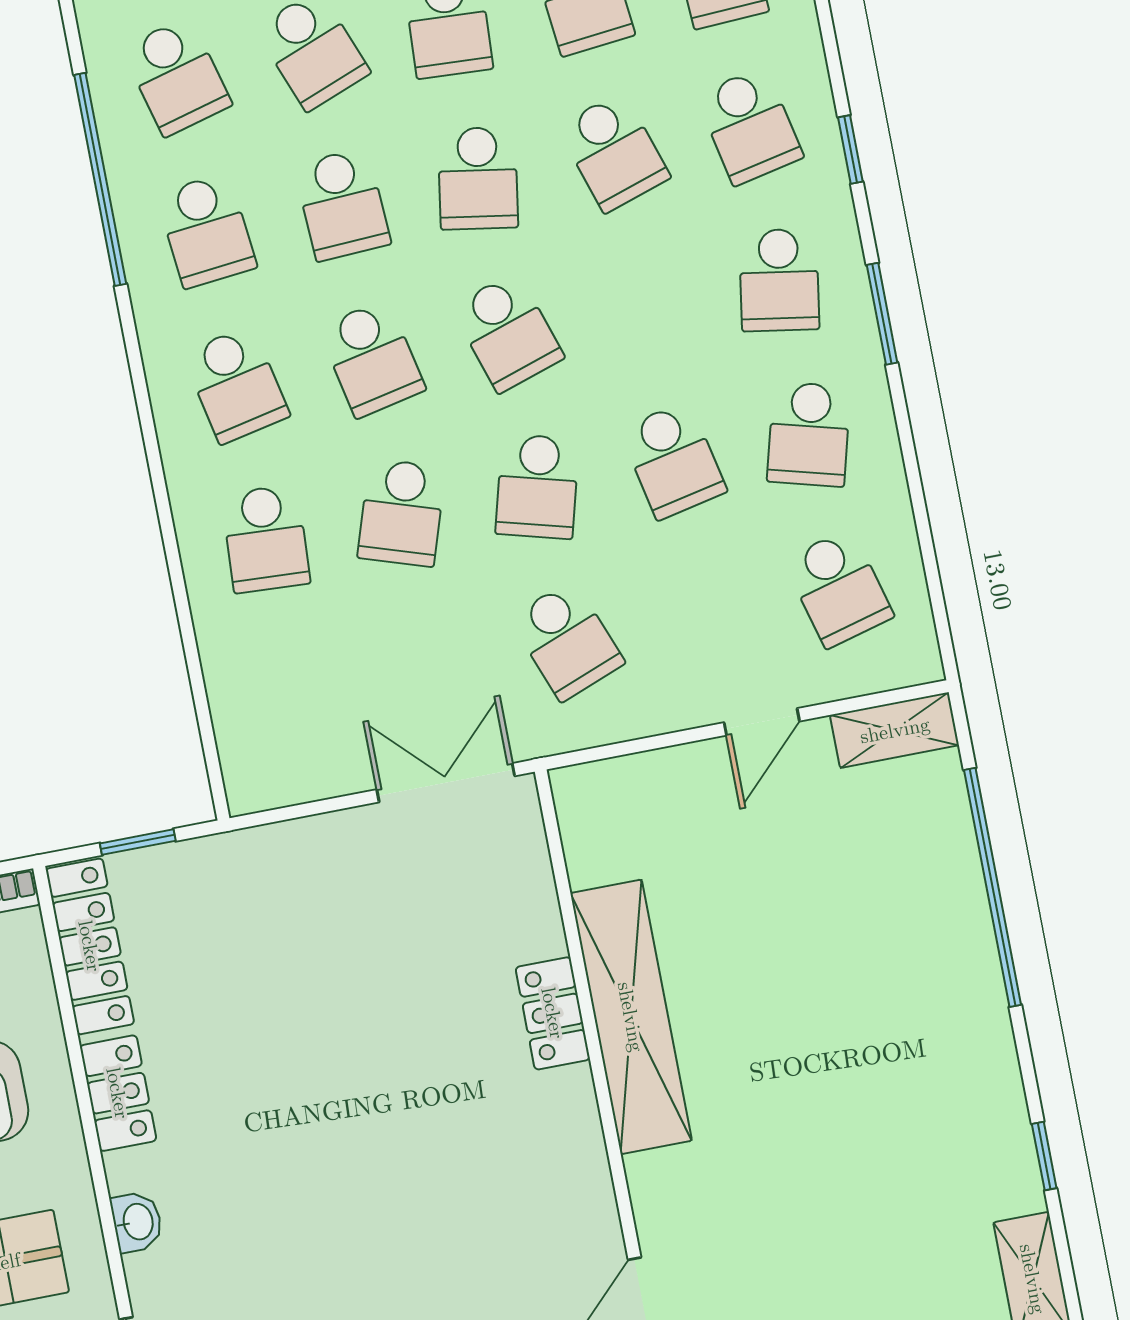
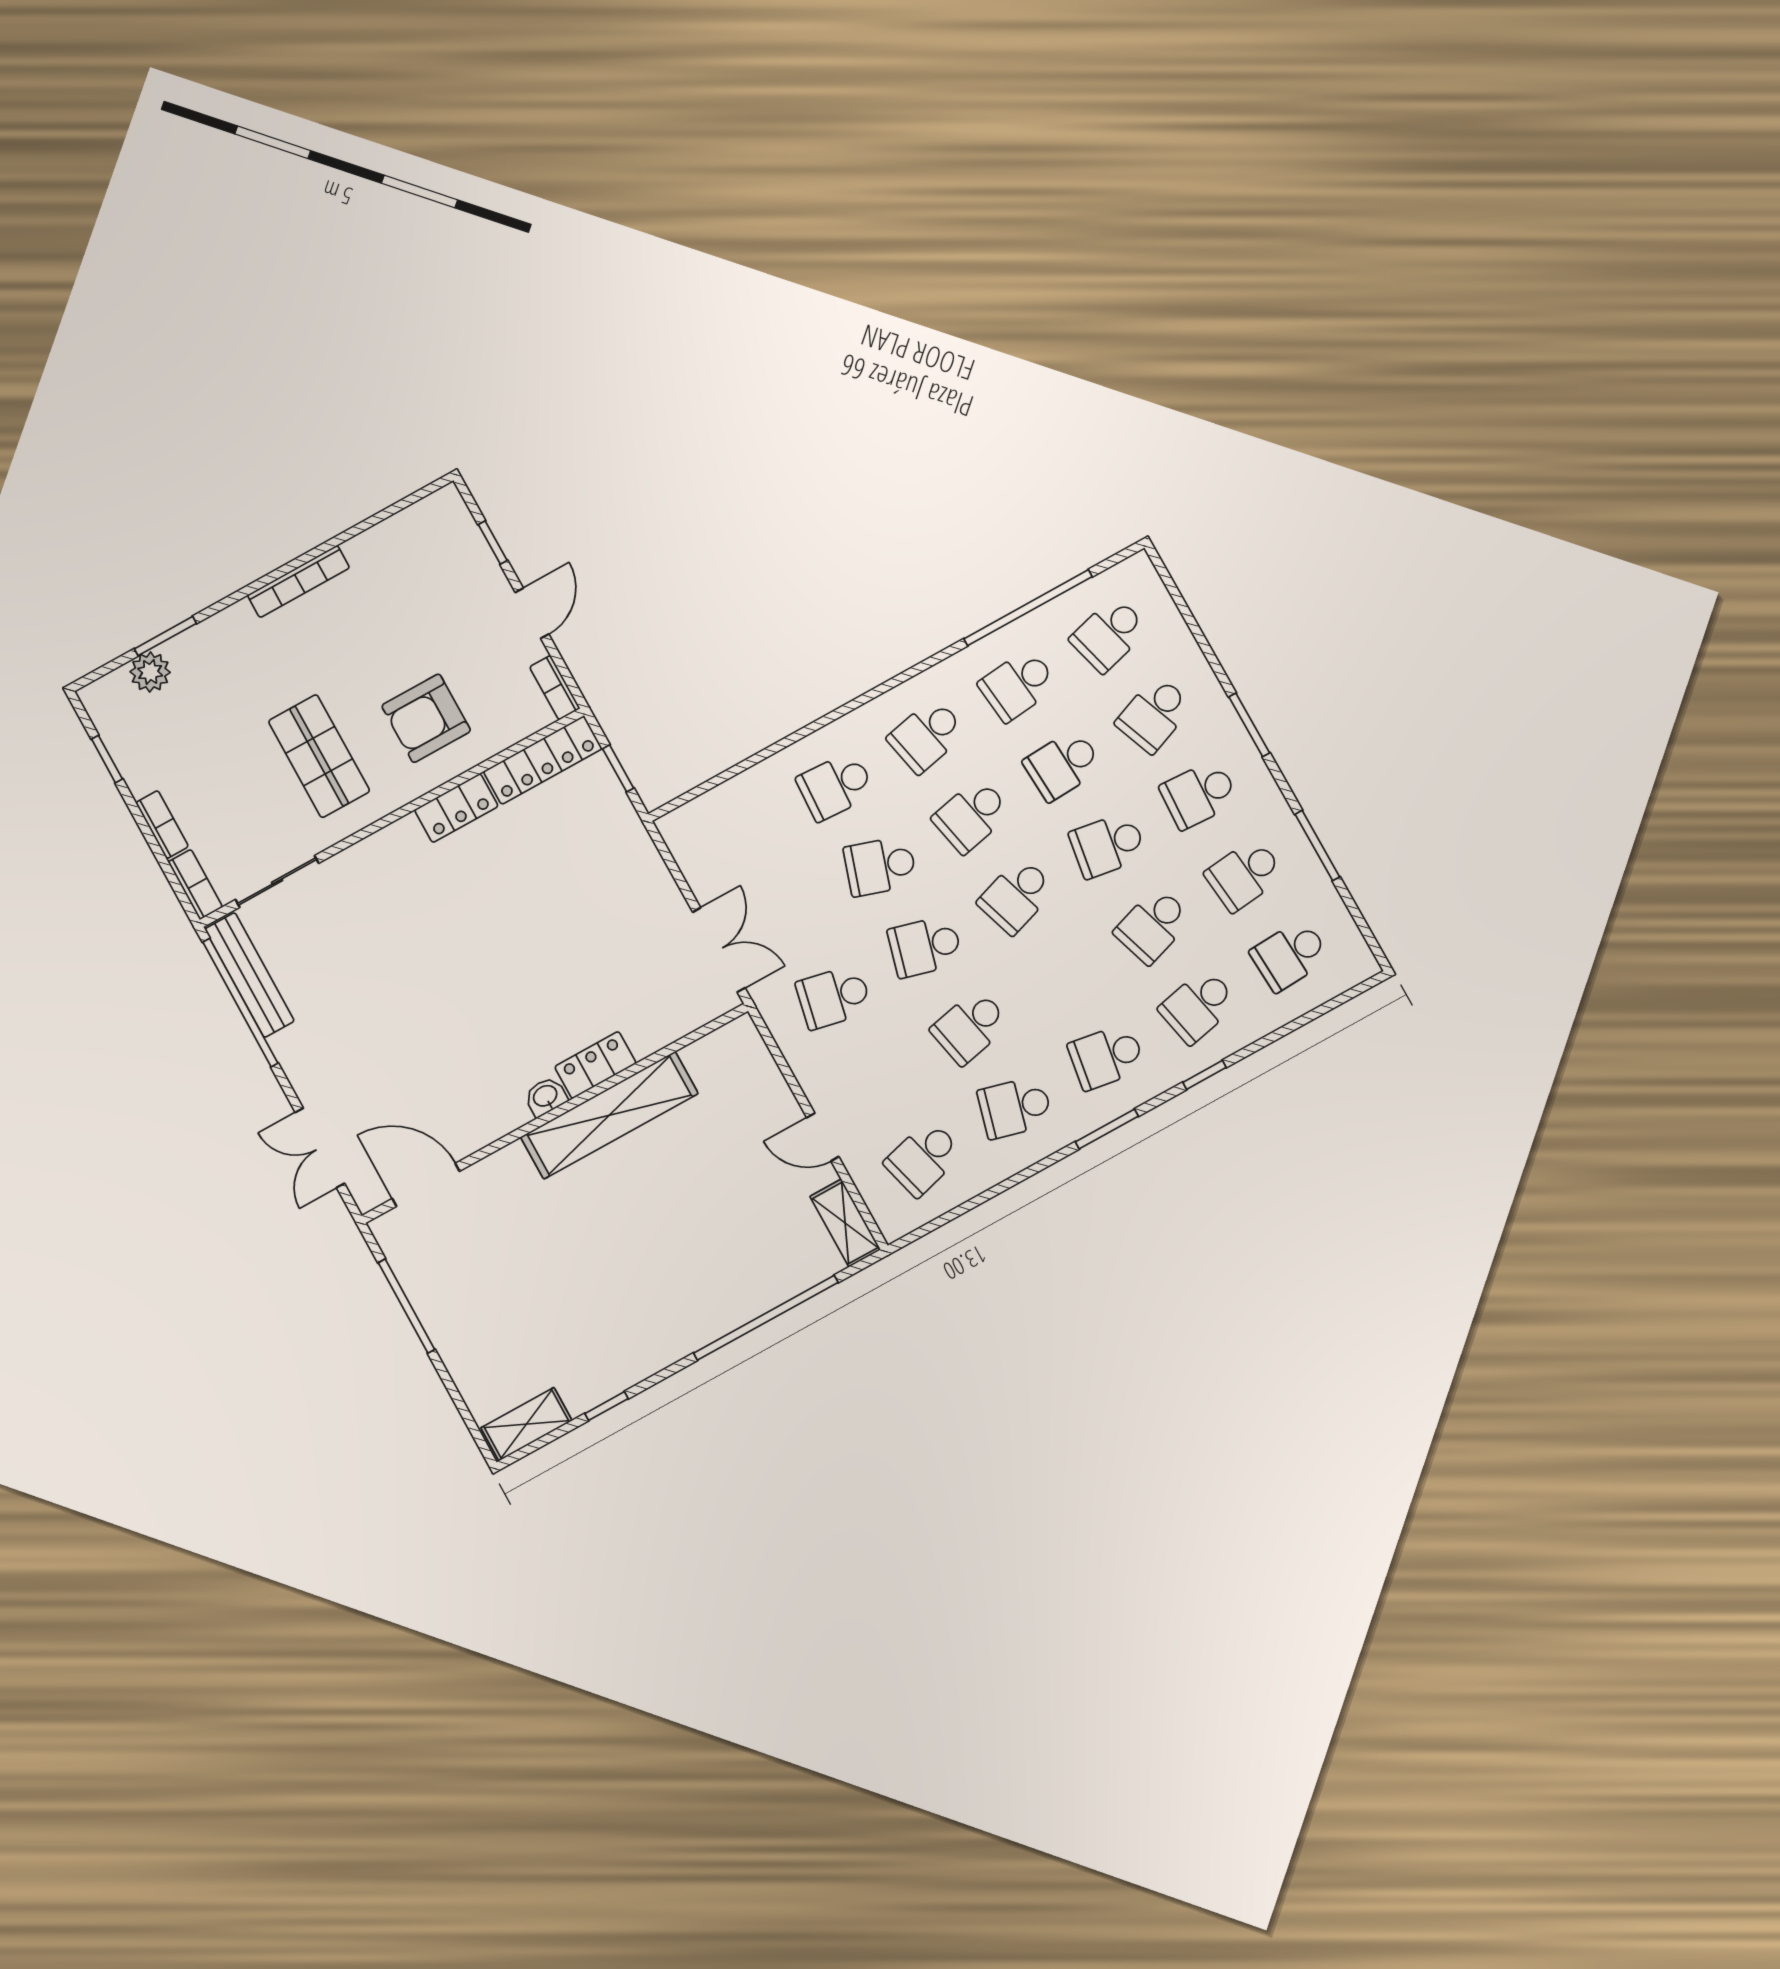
school desk: (567, 640) -> (834, 997), turned 33
washbasin: (137, 1222) -> (546, 1097), moved, turned 180

